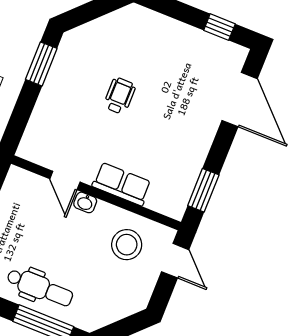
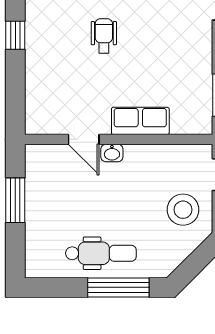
window: (41, 64) -> (15, 35), width x0.67
stool: (127, 245) -> (183, 210), moved

